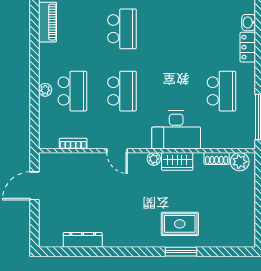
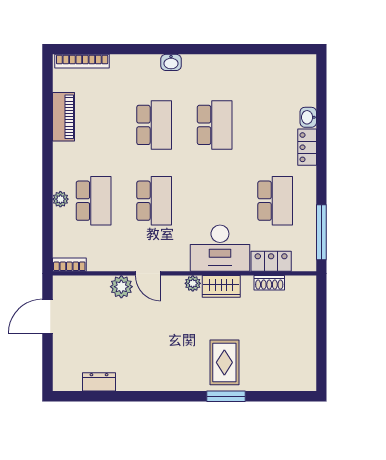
school desk: (172, 29) -> (215, 125), added
locker: (218, 141) -> (271, 261), added
bookcase: (73, 144) -> (69, 265), moved
plant: (240, 162) -> (121, 287), moved
rug: (180, 224) -> (224, 362), turned 90
dresser: (83, 240) -> (99, 382), width x0.70

